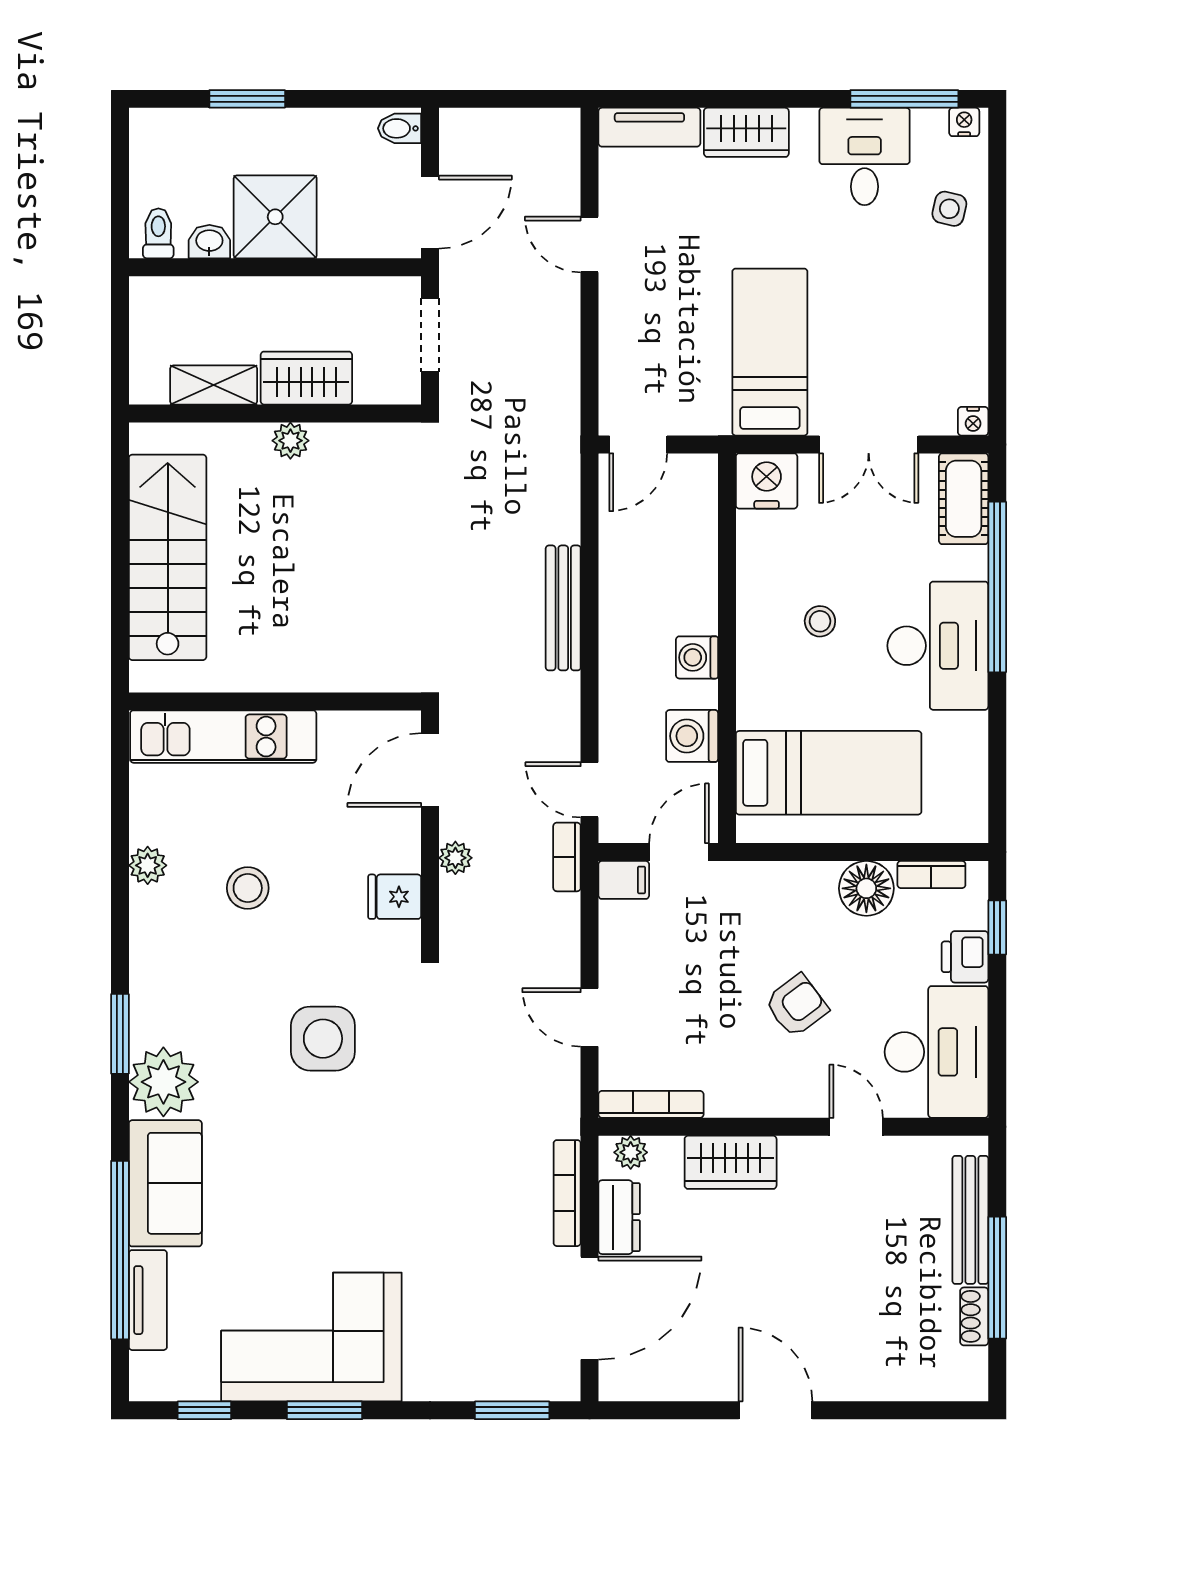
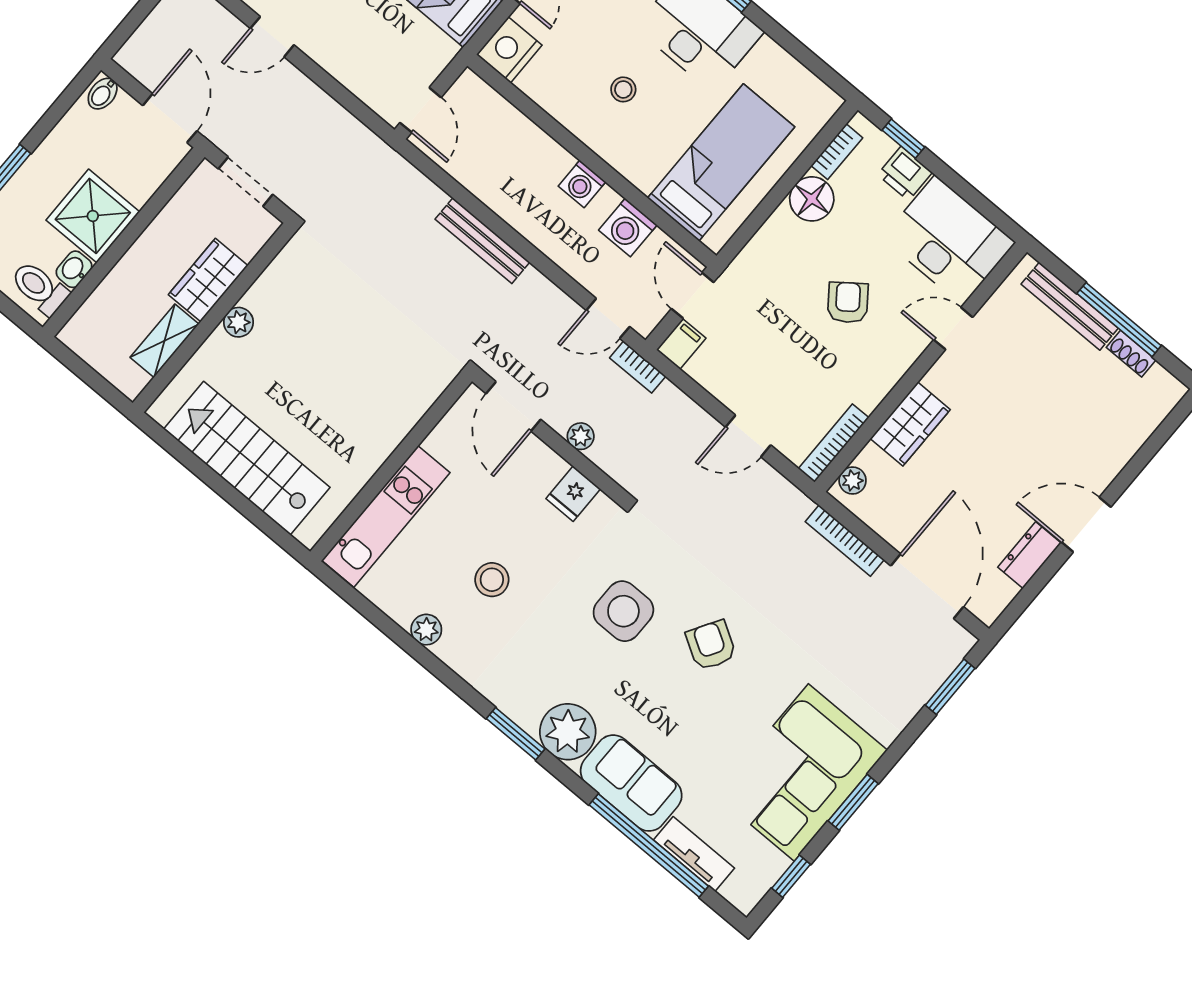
toilet: (158, 233) -> (40, 288), width x1.37, depth x1.39
armchair: (361, 1149) -> (711, 645), added
dresser: (619, 1217) -> (1029, 555), moved, turned -90

